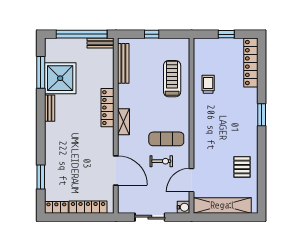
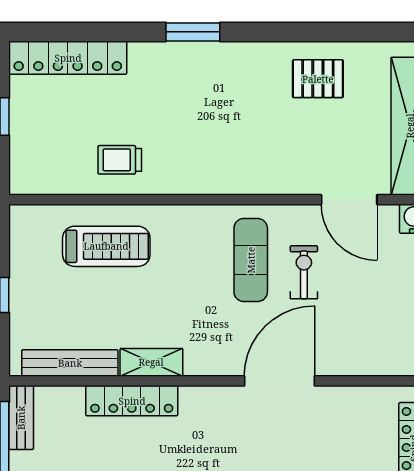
treadmill: (172, 79) -> (106, 246), turned 180
locker: (108, 108) -> (132, 401), moved
shelving: (124, 122) -> (151, 362), moved
door: (116, 171) -> (280, 381), moved

